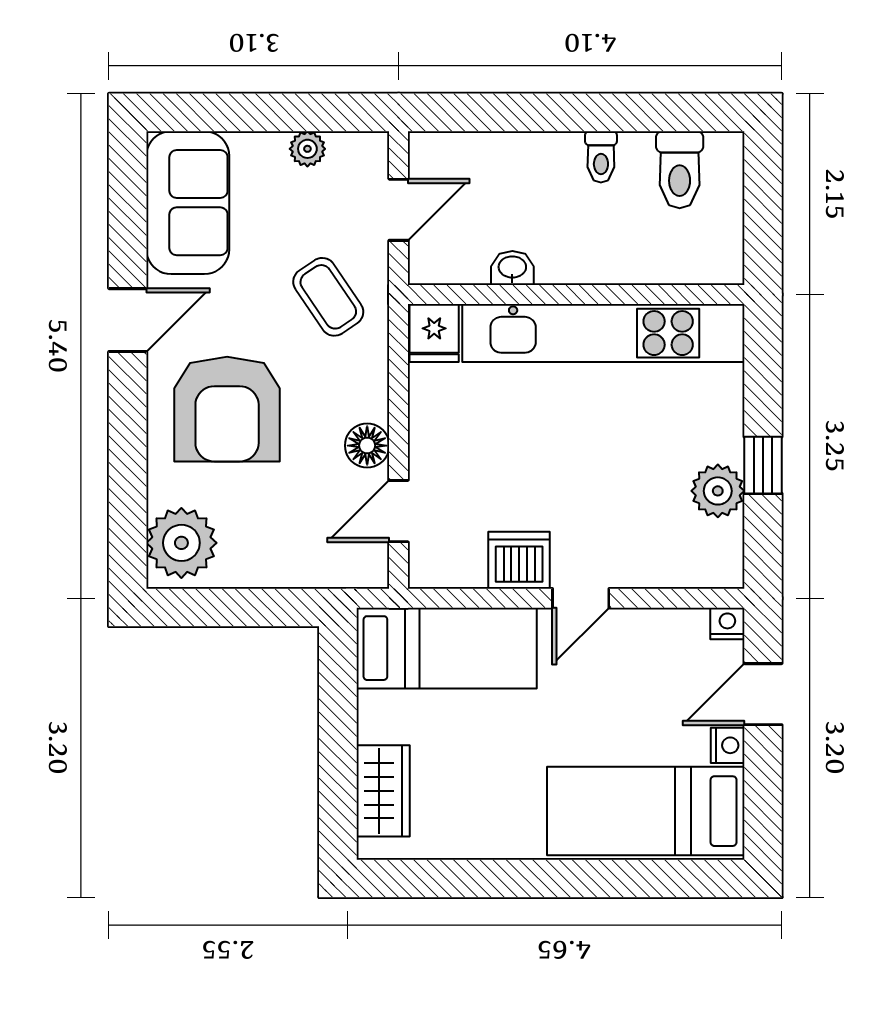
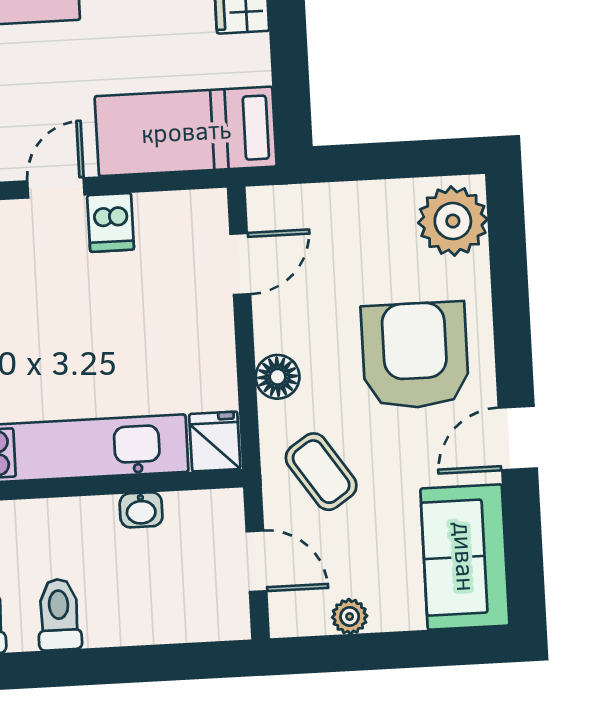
toilet: (601, 157) -> (59, 614), width x1.37, depth x1.39
door: (399, 210) -> (256, 561), swing flipped
floor lamp: (367, 446) -> (278, 377), moved
dishwasher: (519, 560) -> (111, 222), width x0.73

